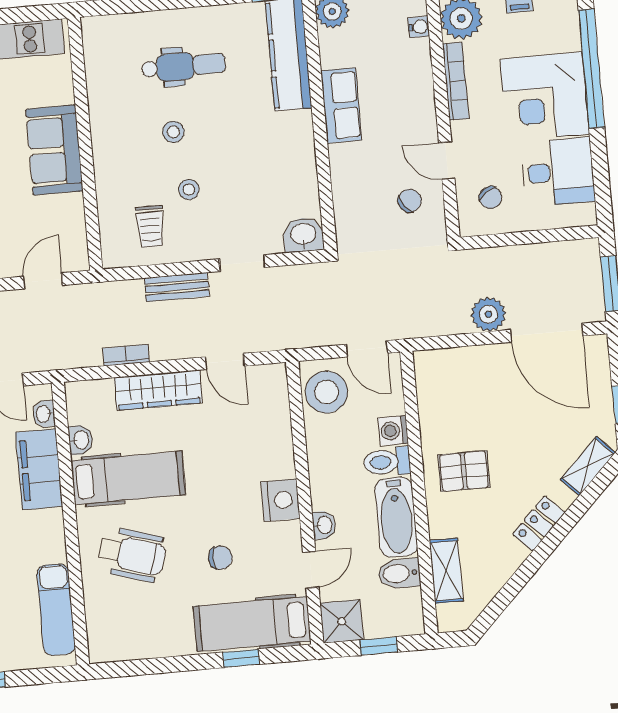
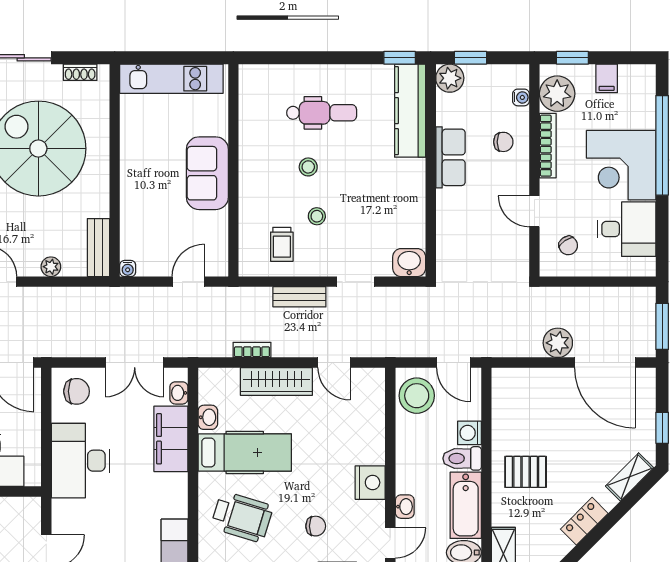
chair: (410, 201) -> (503, 142), moved, turned 35

